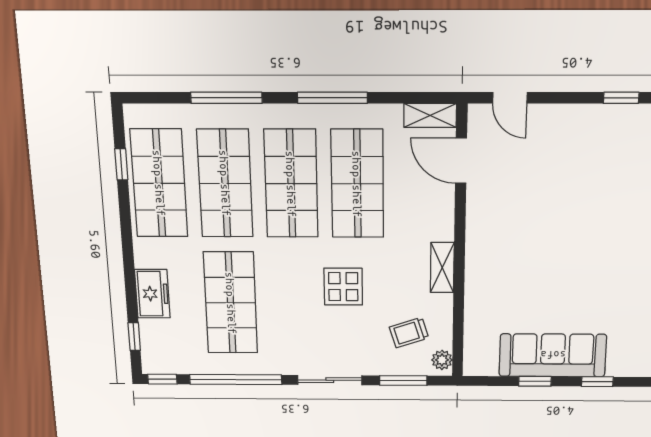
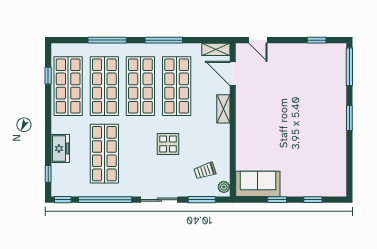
shelving: (442, 268) -> (223, 109), moved
sofa: (553, 355) -> (258, 184), moved, width x0.73

